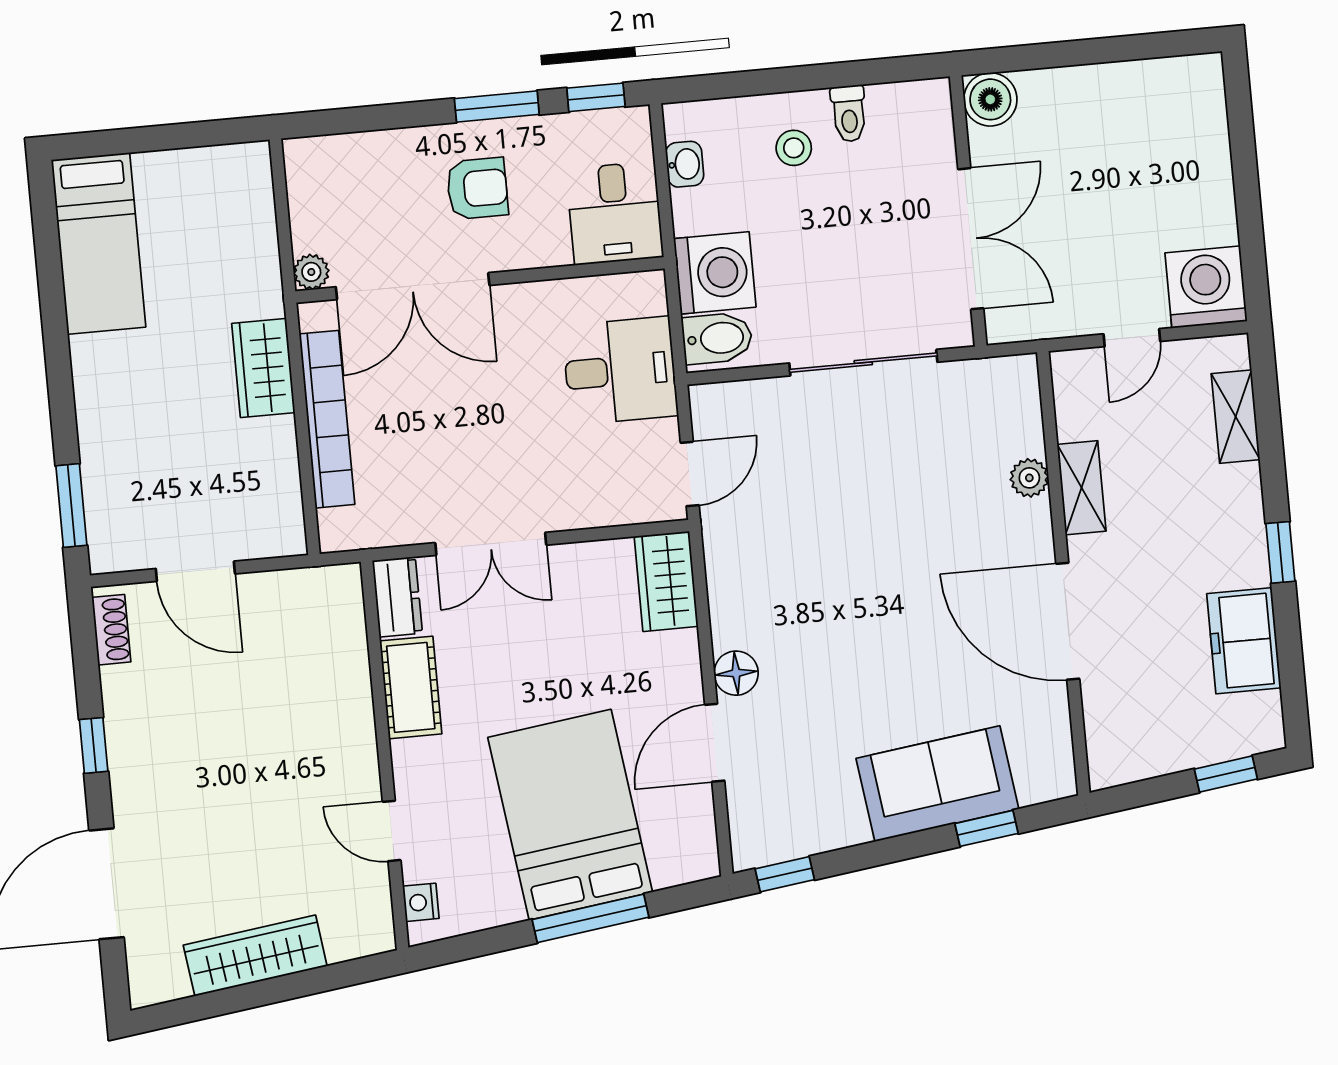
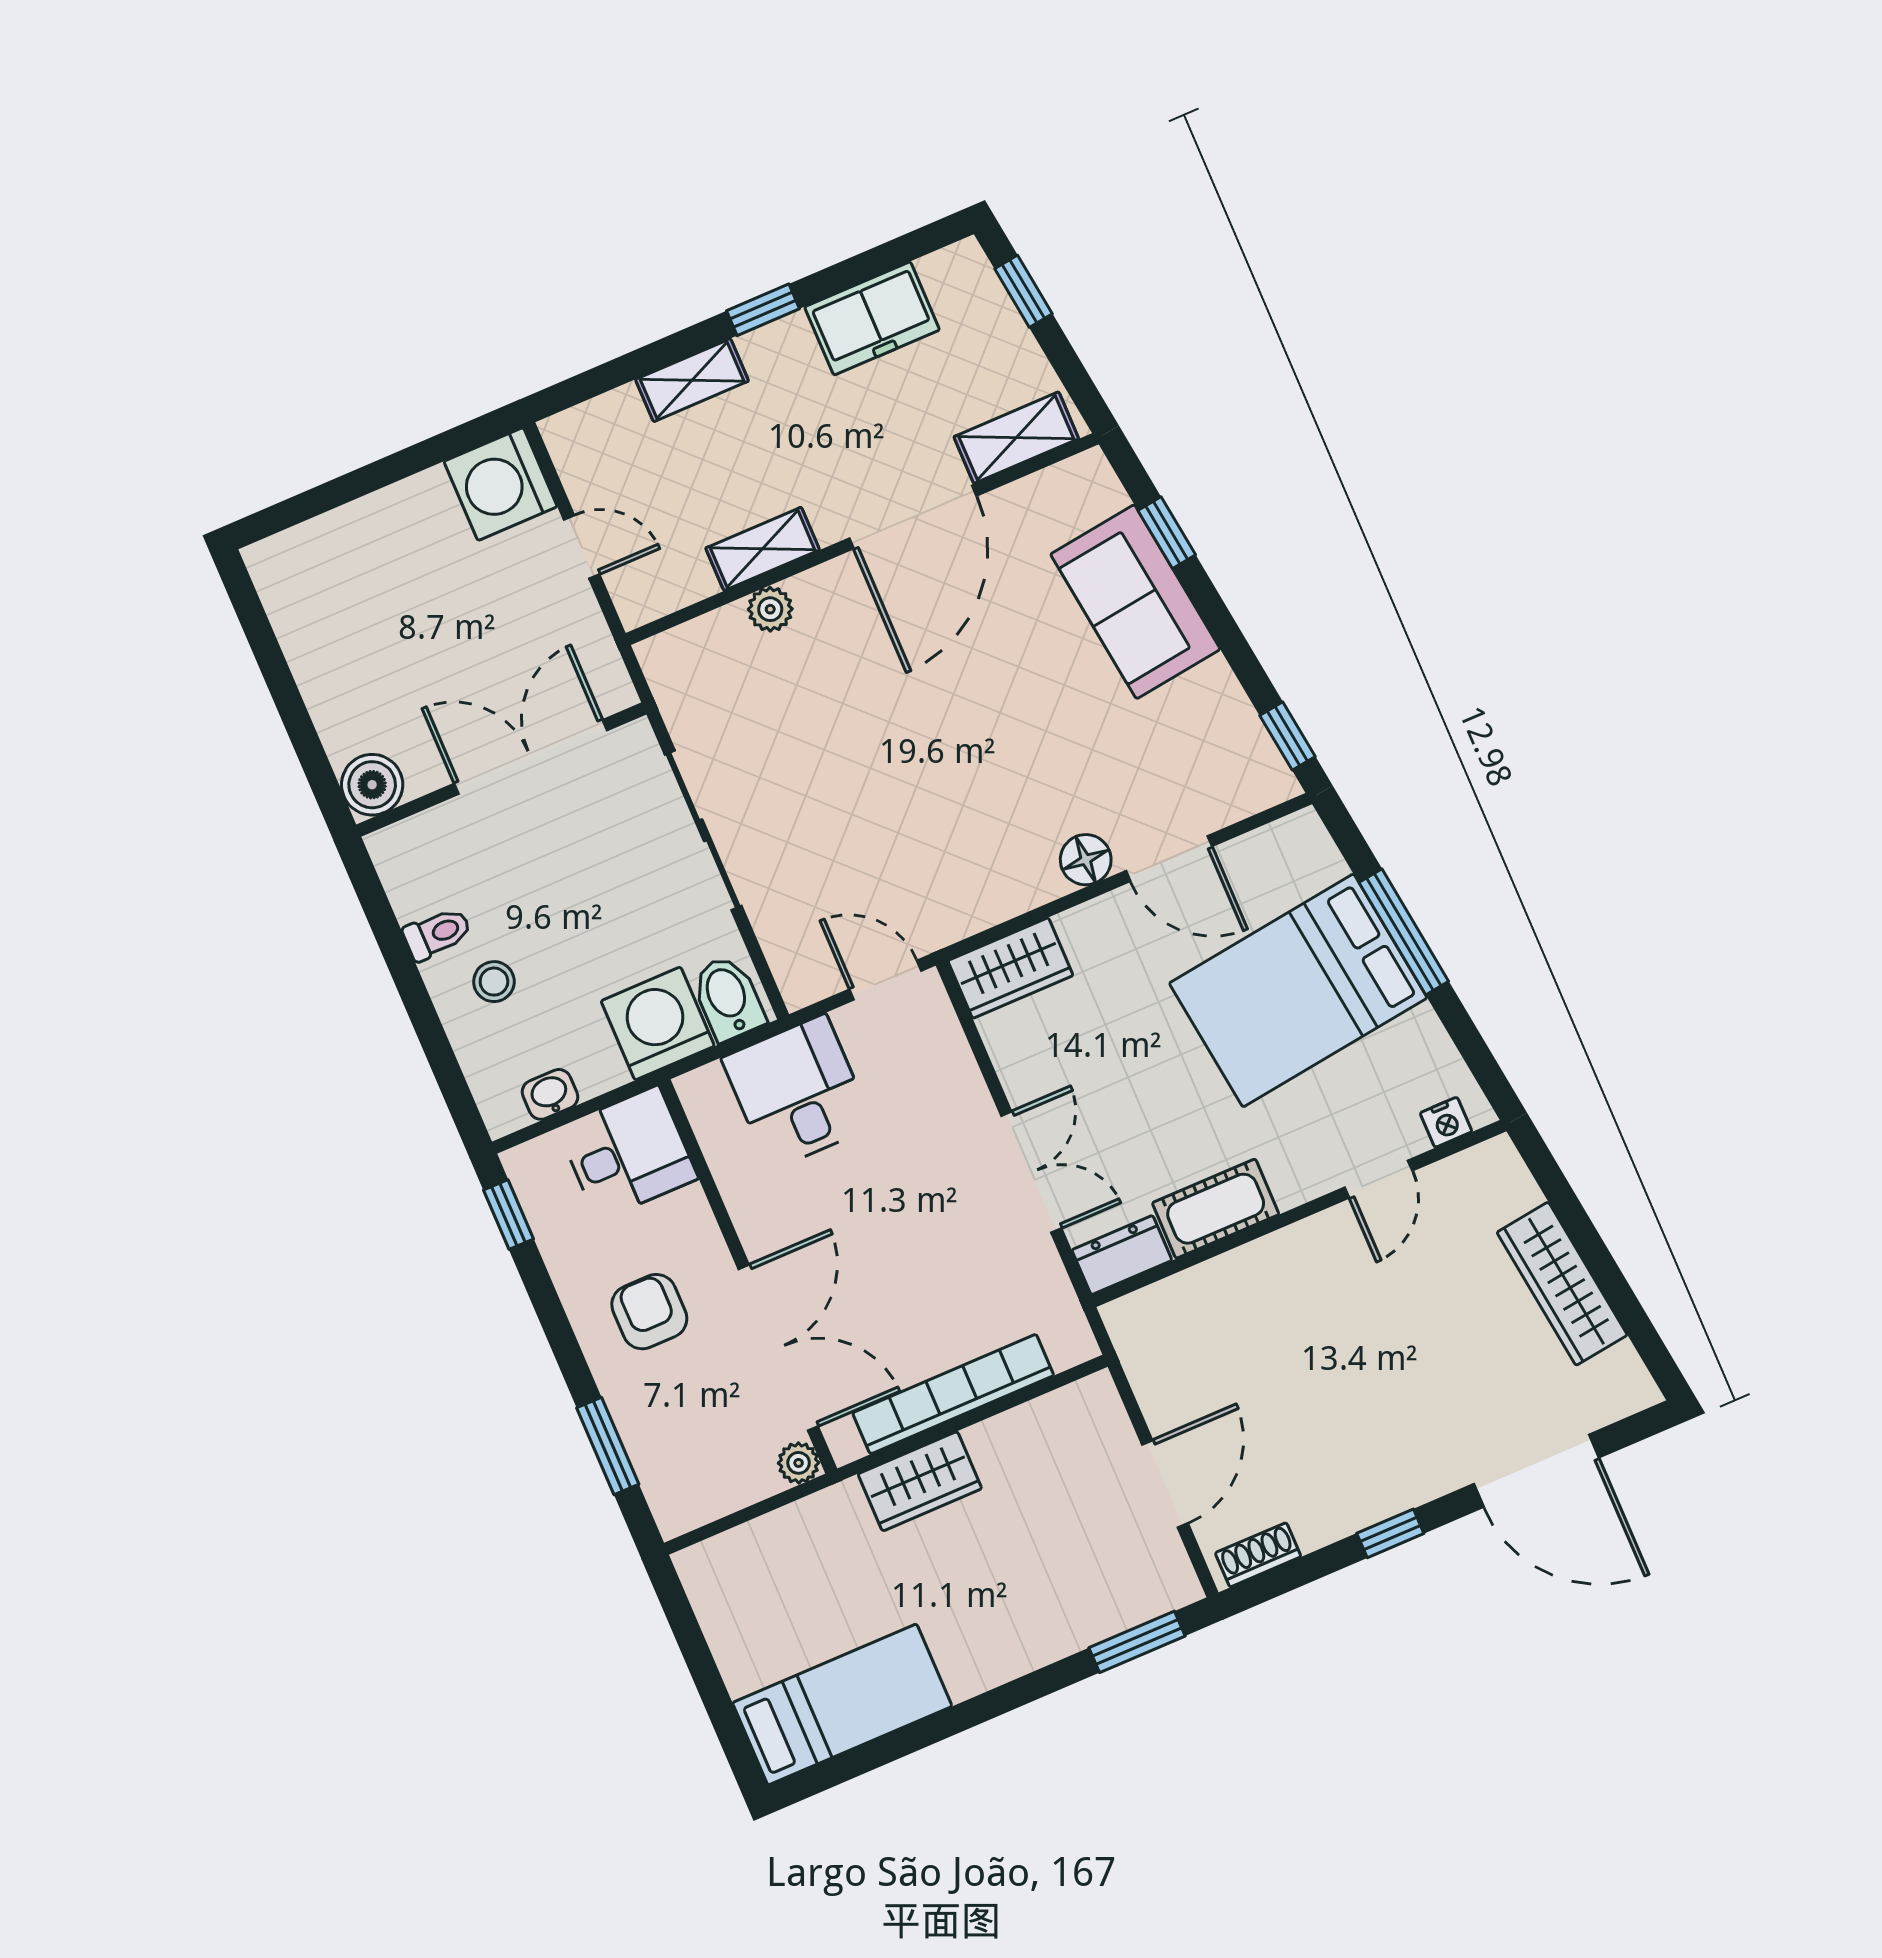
window: (497, 107) -> (608, 1446), moved
shelving: (1236, 417) -> (692, 380), moved
shelving: (1106, 729) -> (1016, 438), added

